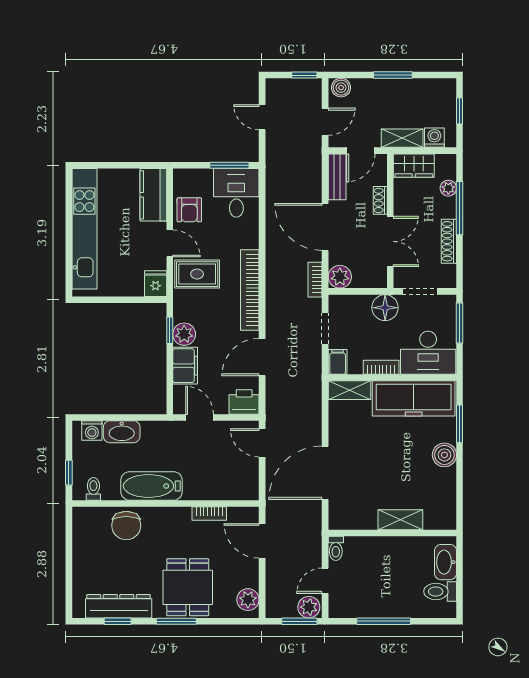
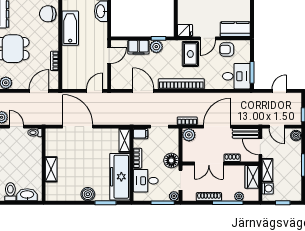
plant: (448, 303) -> (174, 196), added
desk: (428, 353) -> (146, 181), width x0.73
printer: (244, 402) -> (118, 81), removed

